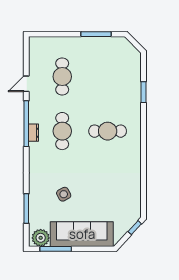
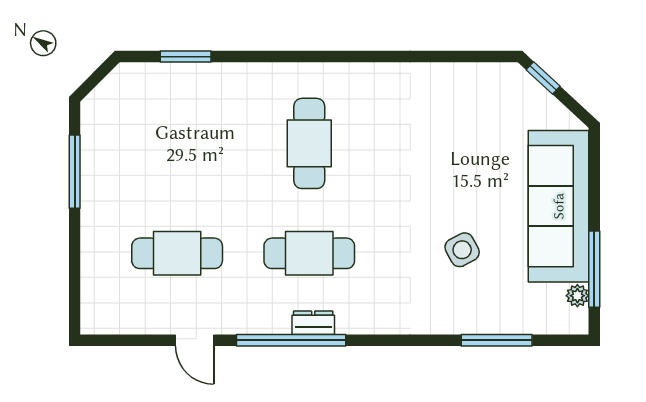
window: (144, 92) -> (186, 57), moved
plant: (41, 238) -> (577, 296), width x0.53, depth x0.53

